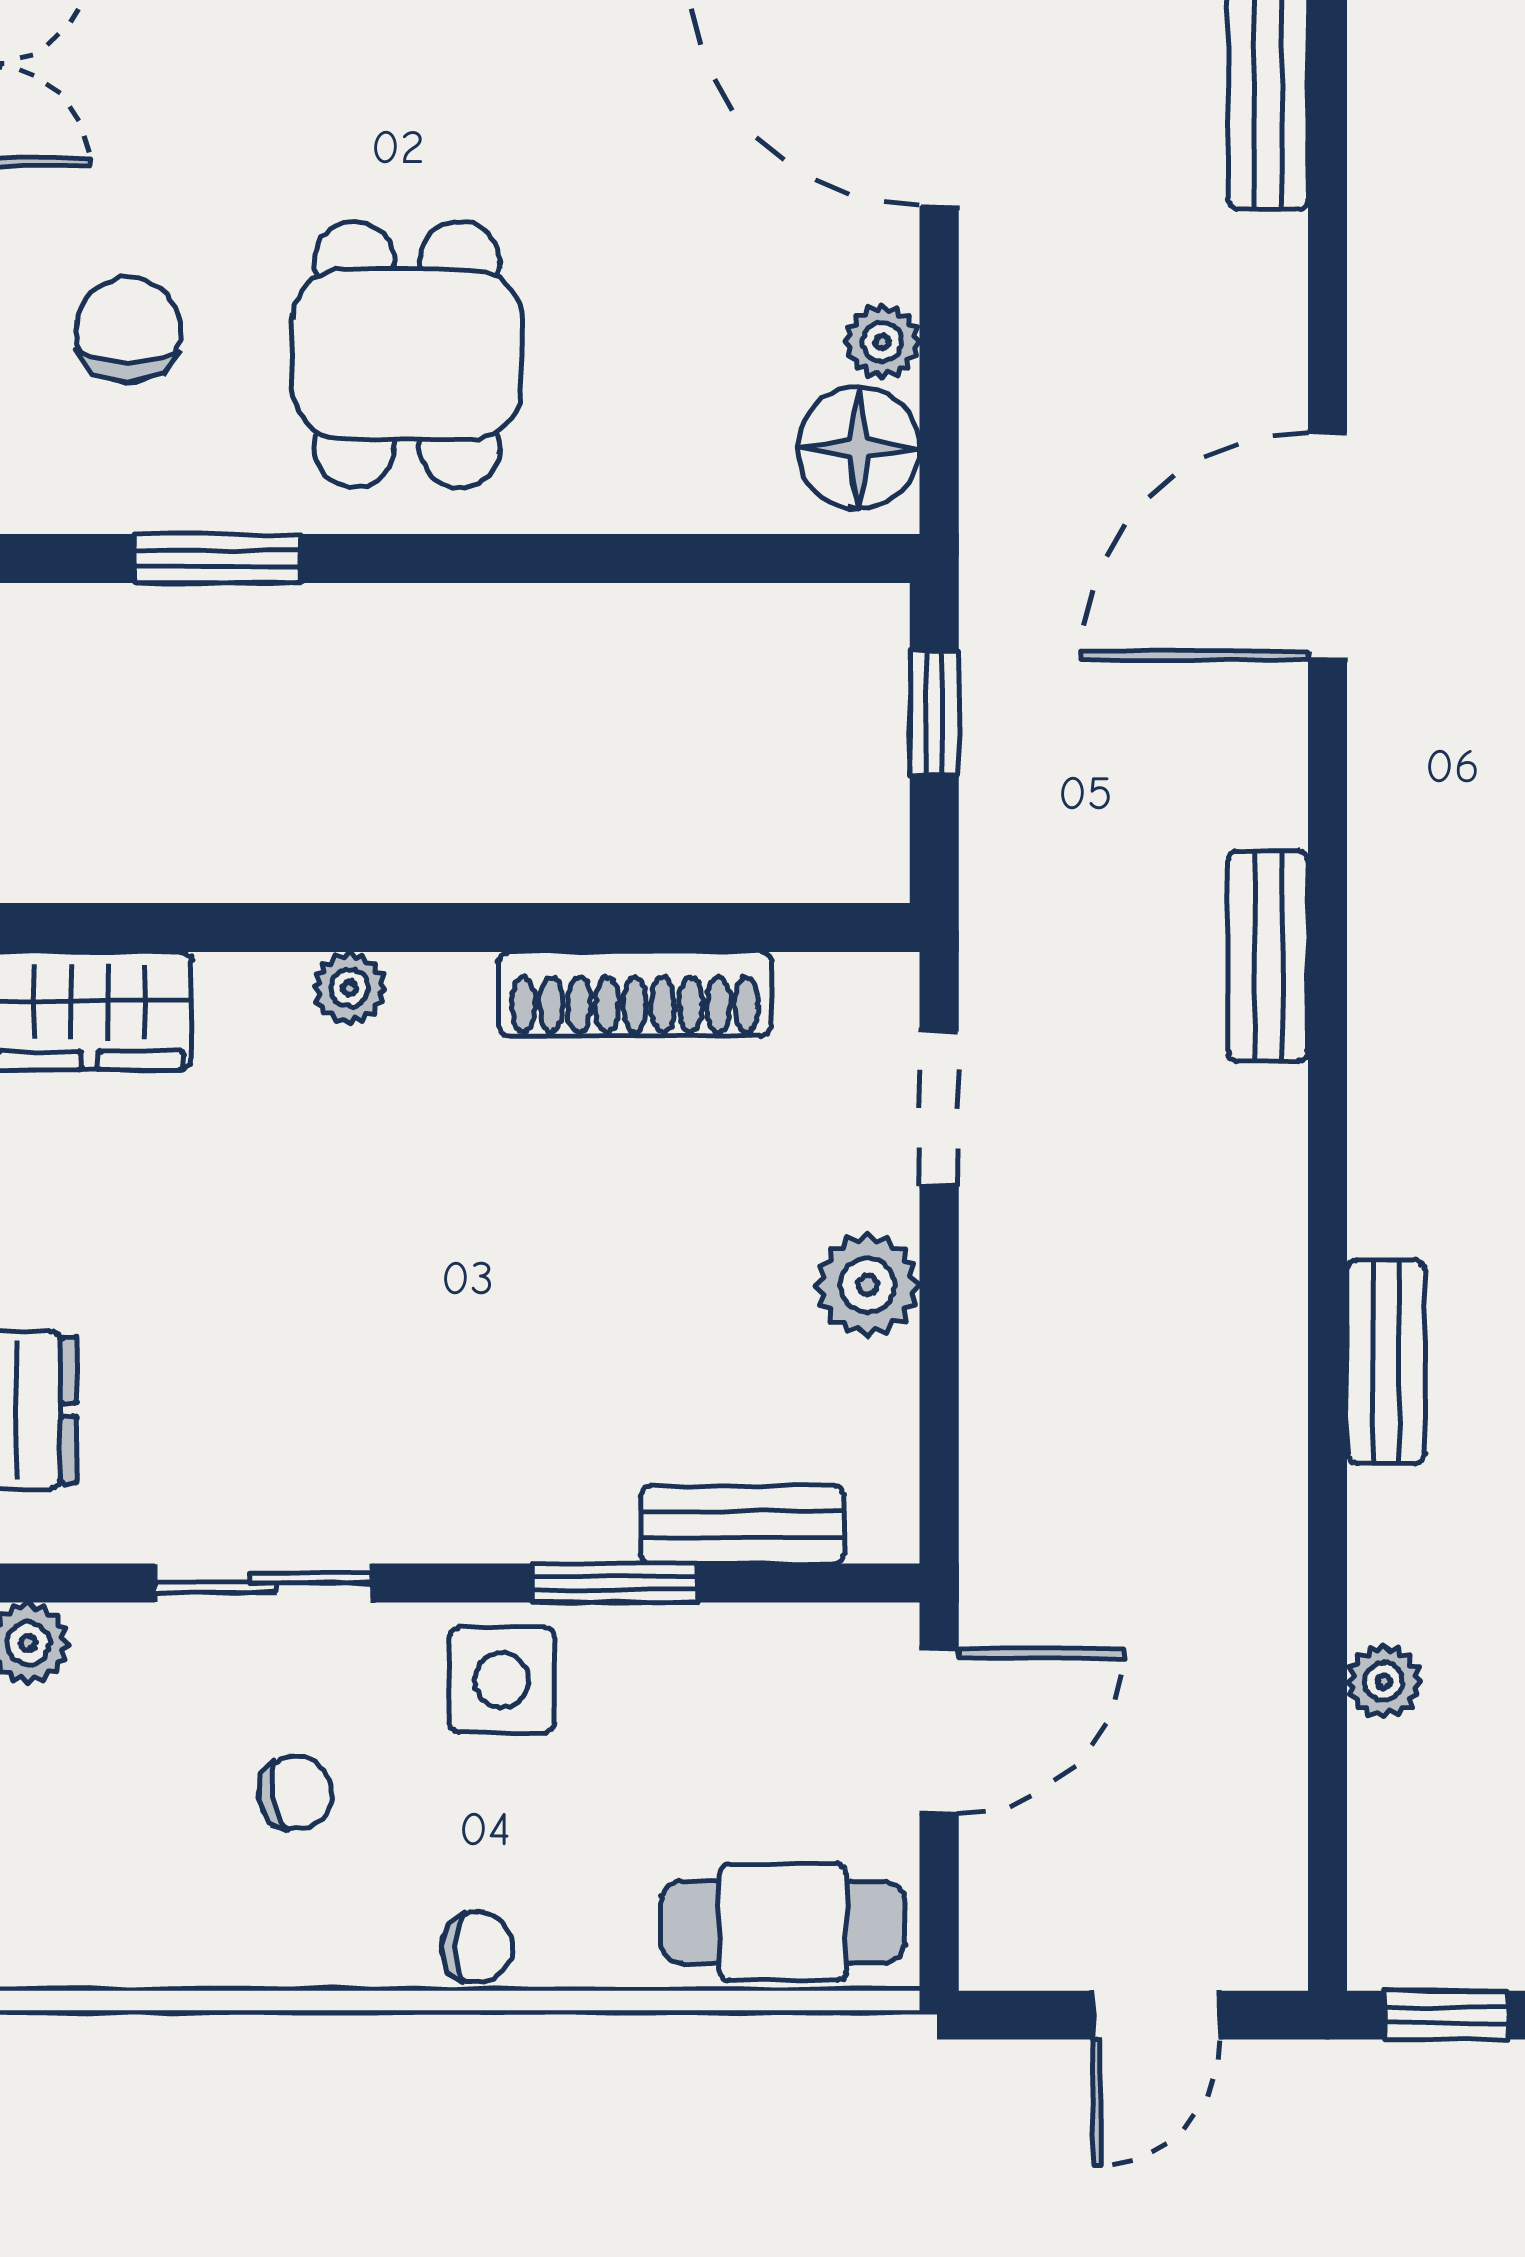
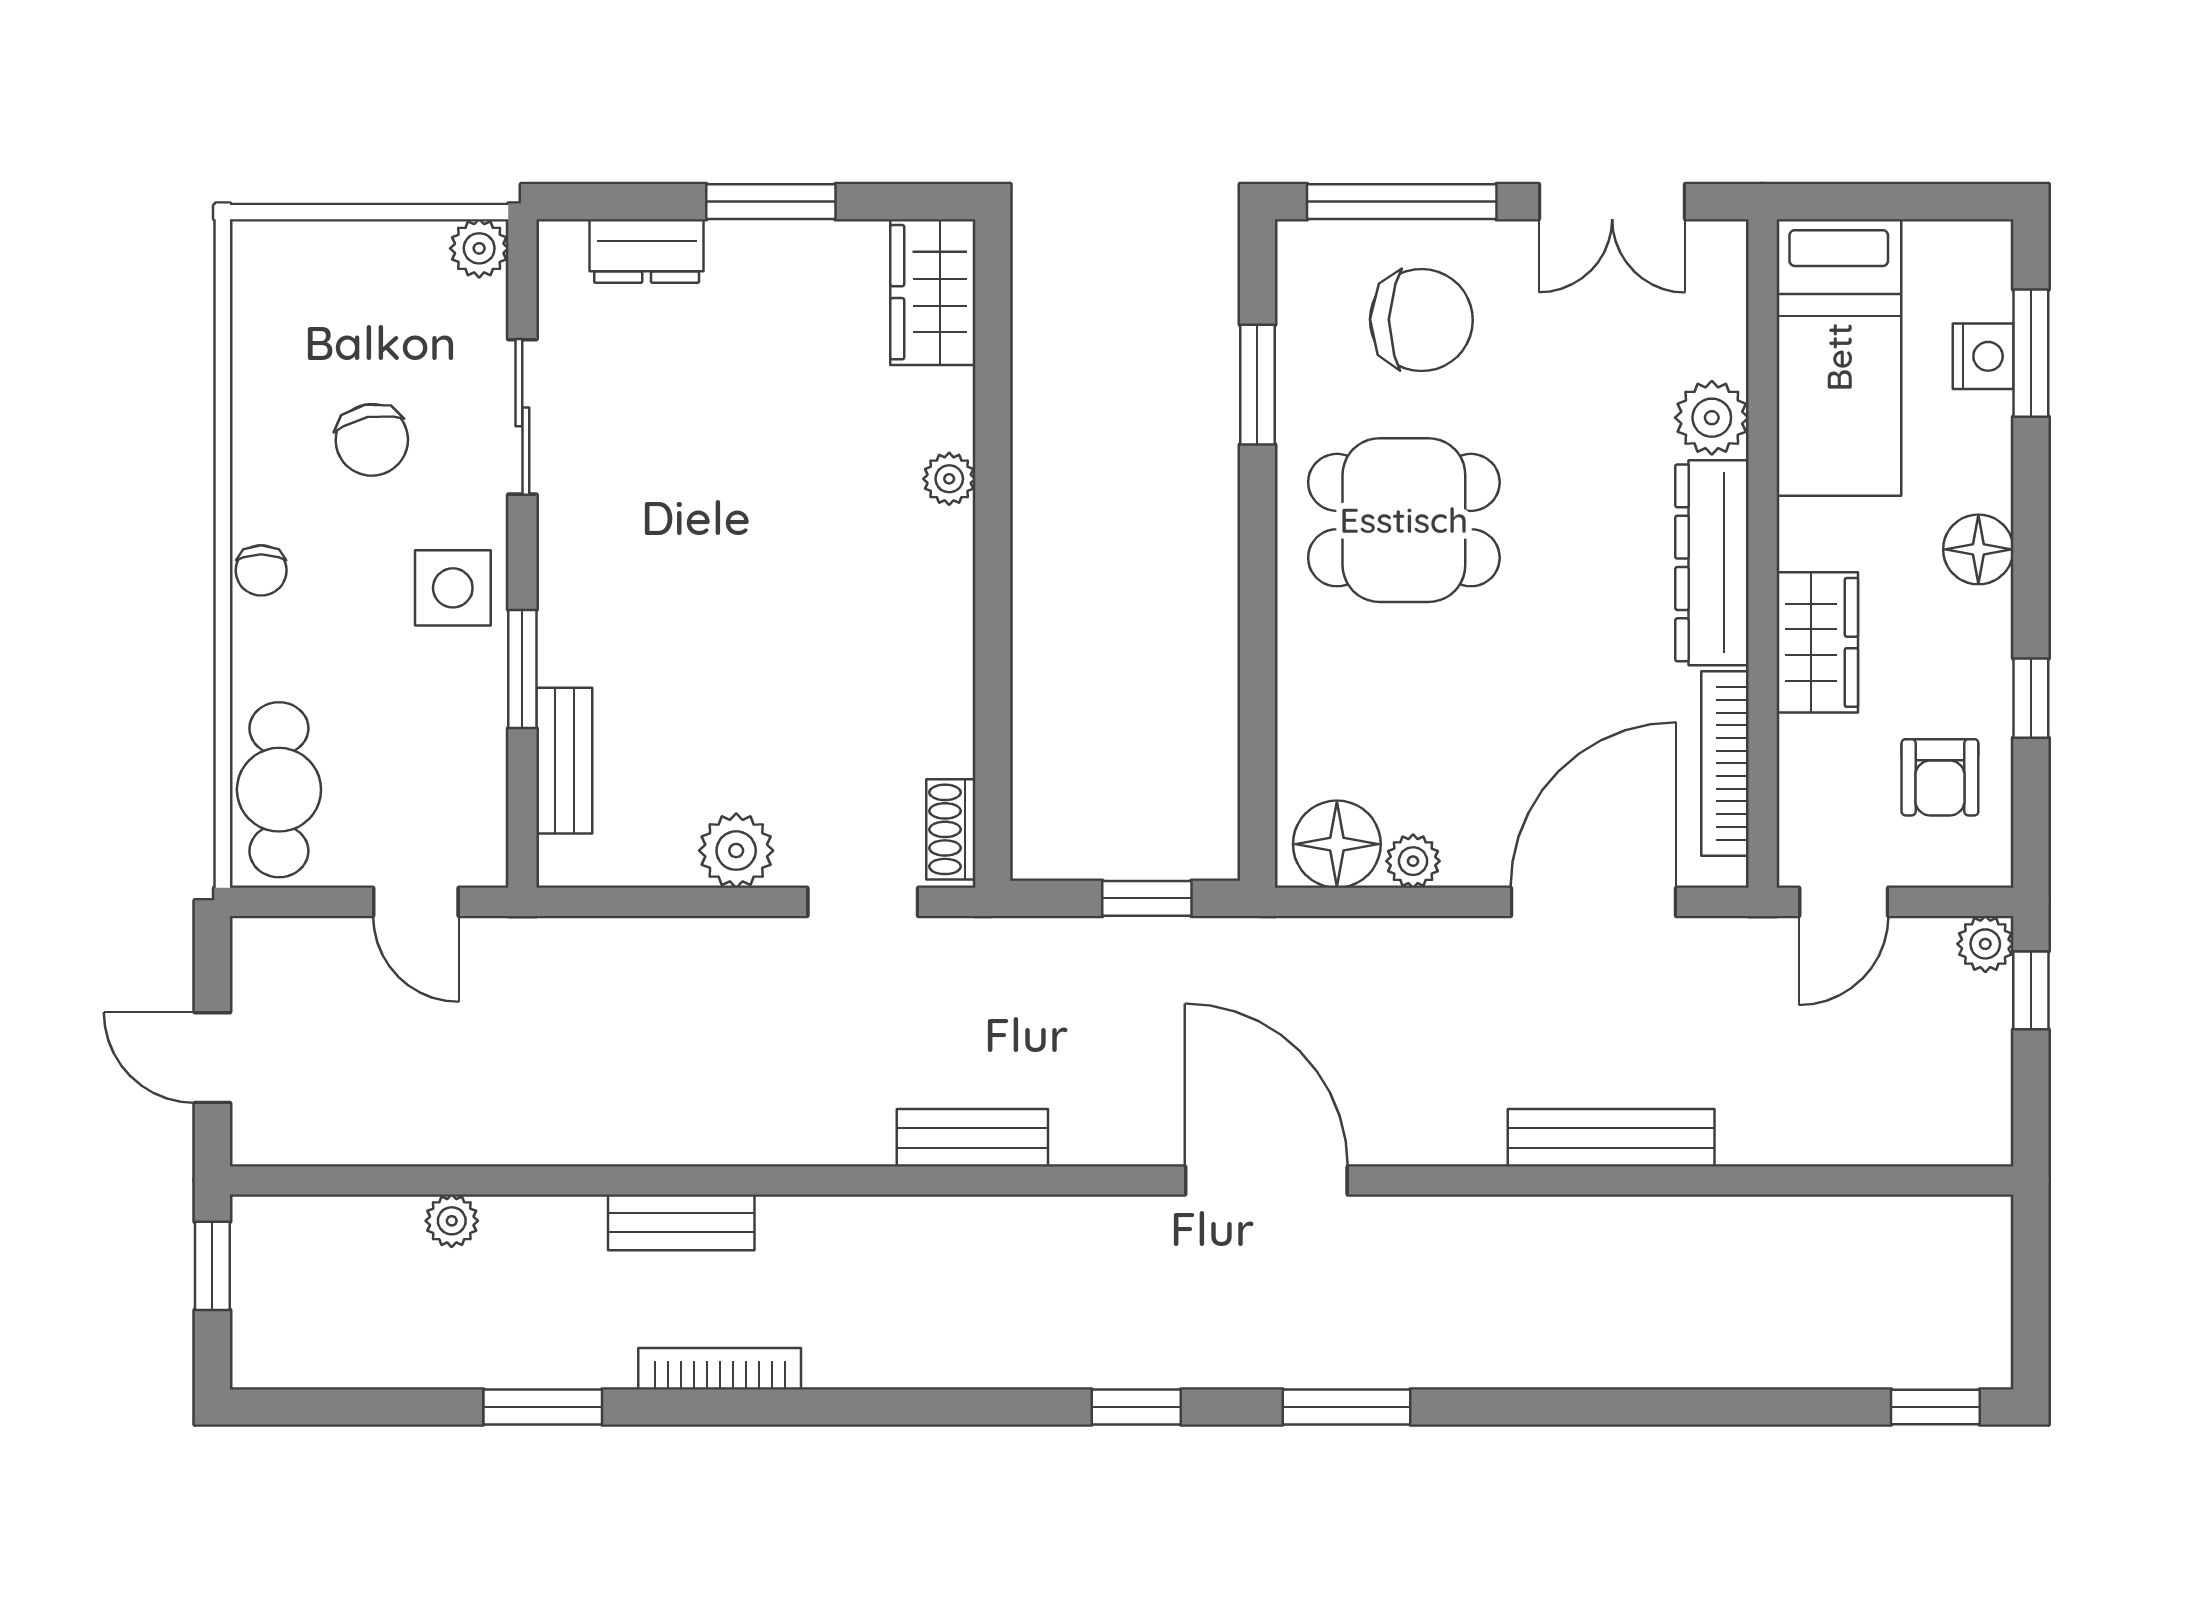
chair: (128, 330) -> (1421, 320), width x1.37, depth x1.37
shoe rack: (635, 994) -> (951, 829), moved, width x0.51, depth x0.81
door: (939, 1731) -> (416, 902), width x0.73
chair: (295, 1793) -> (372, 440), width x1.37, depth x1.37

